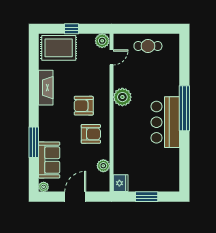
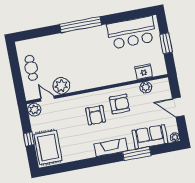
fireplace: (46, 88) -> (111, 147), moved
plant: (122, 97) -> (61, 86), moved
bar counter: (165, 122) -> (132, 33), moved
armchair: (91, 134) -> (119, 104), turned 90
fridge: (121, 183) -> (144, 72), moved

